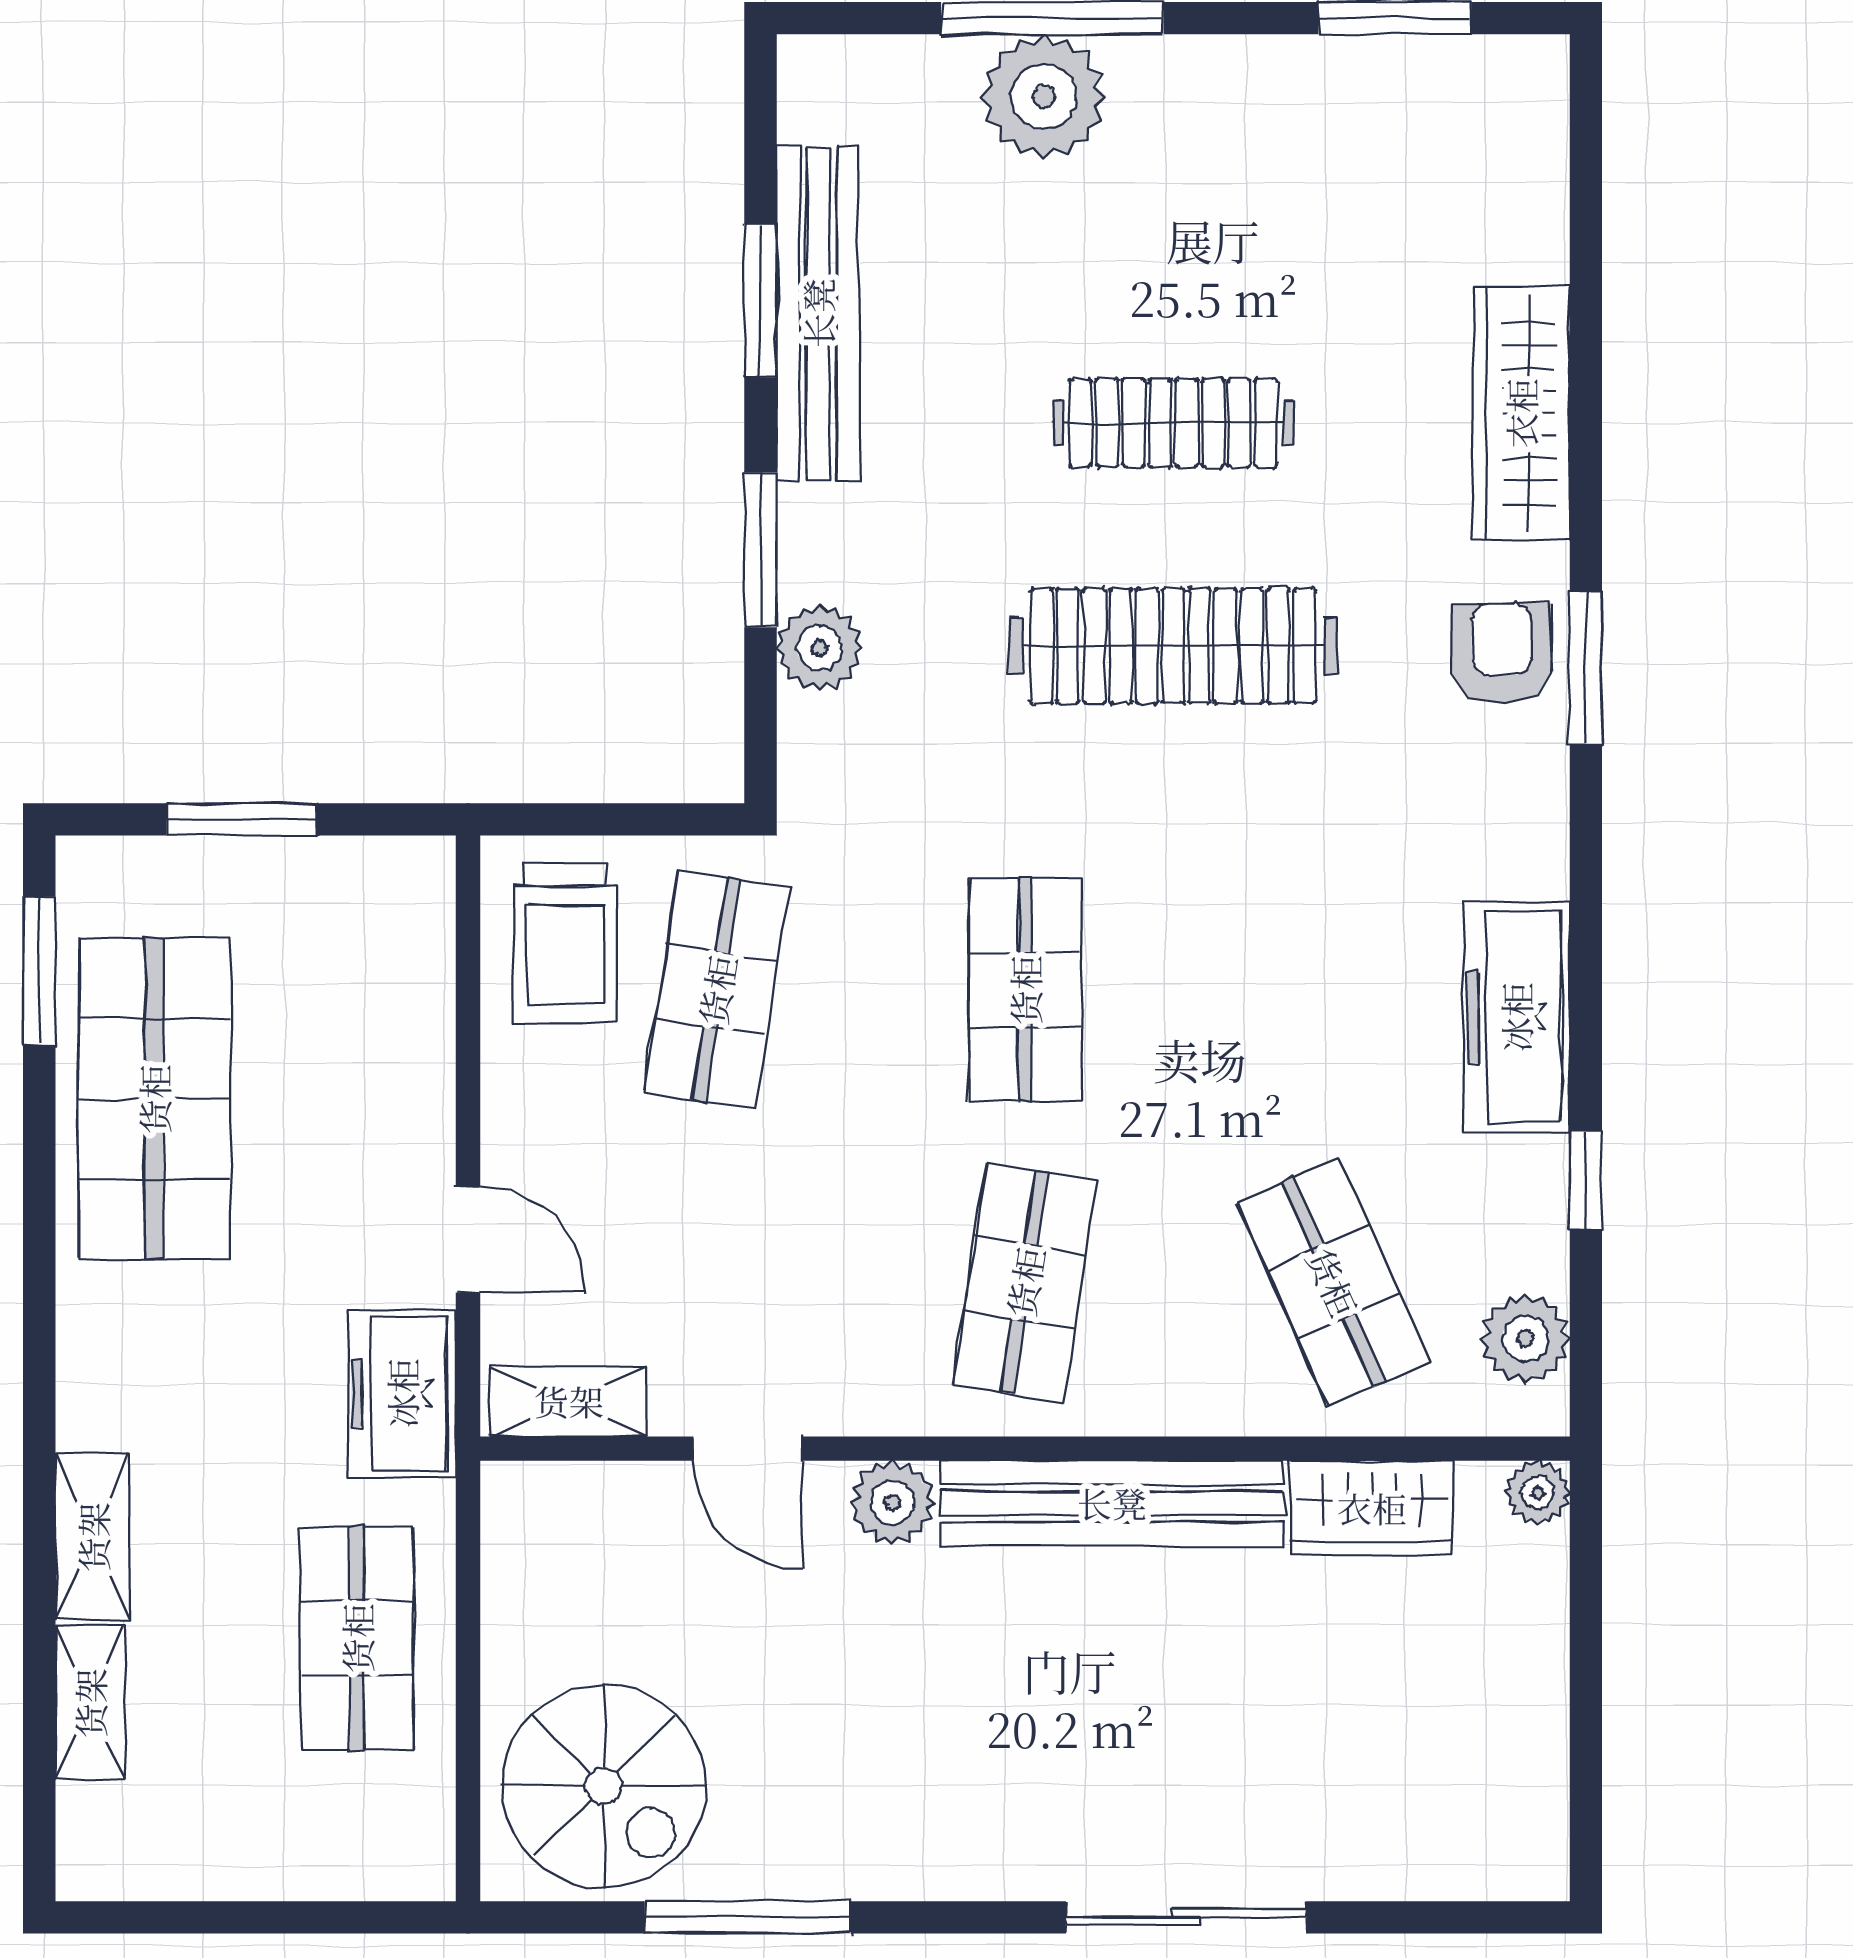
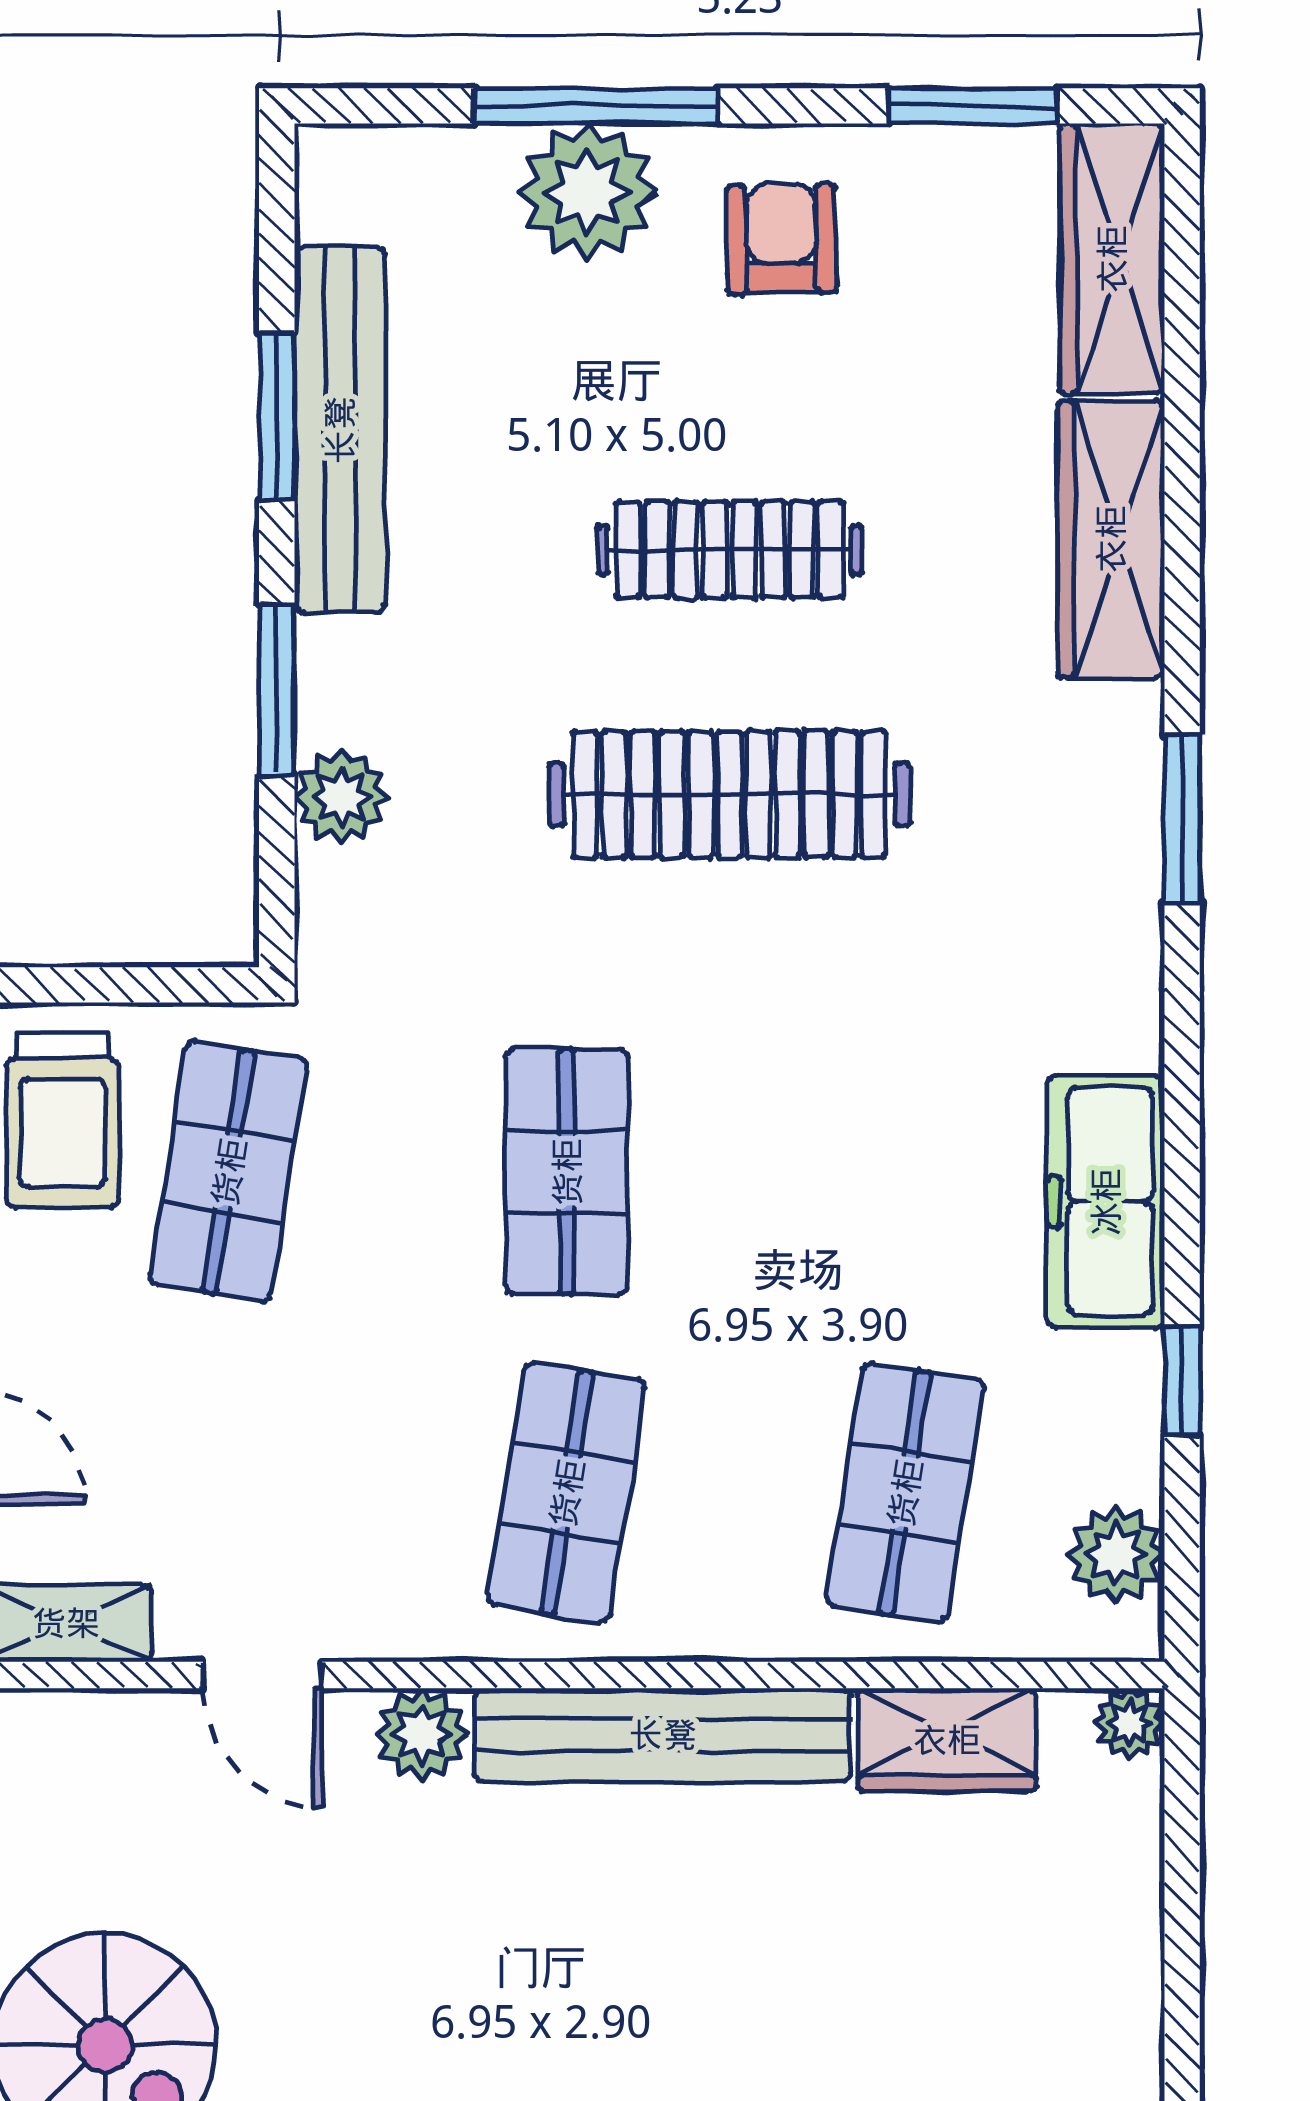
wardrobe: (1522, 157) -> (1112, 259), added
armchair: (1502, 653) -> (781, 239), moved
shop shelf: (1333, 1282) -> (905, 1493), turned 33

